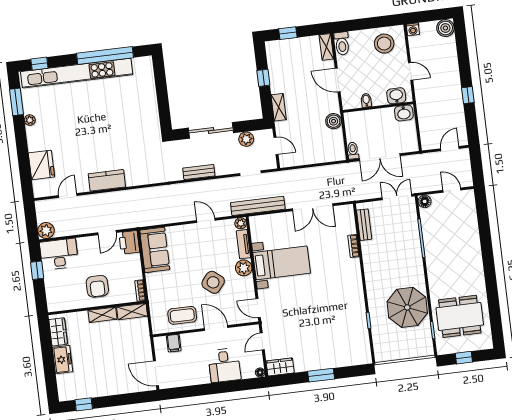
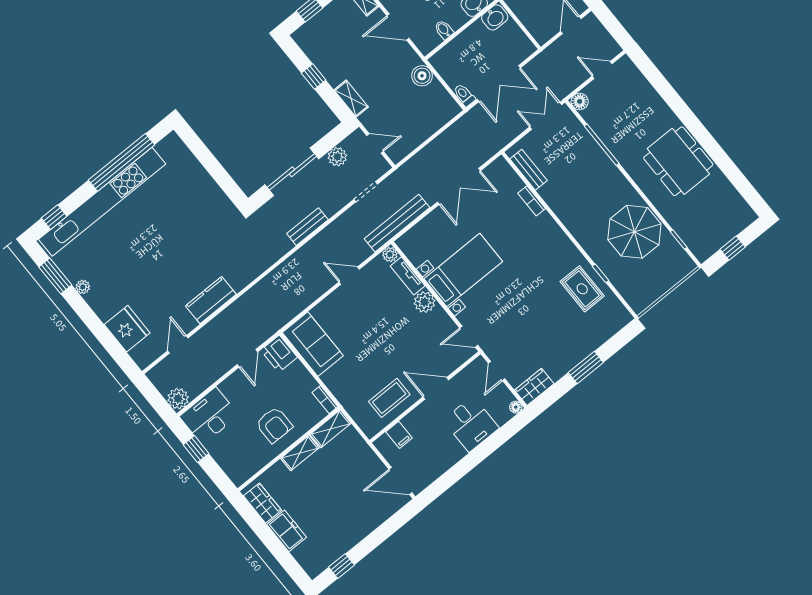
side table: (213, 282) -> (401, 340), removed
dining table: (460, 316) -> (678, 161), moved, turned 90
rug: (351, 323) -> (582, 289), added

